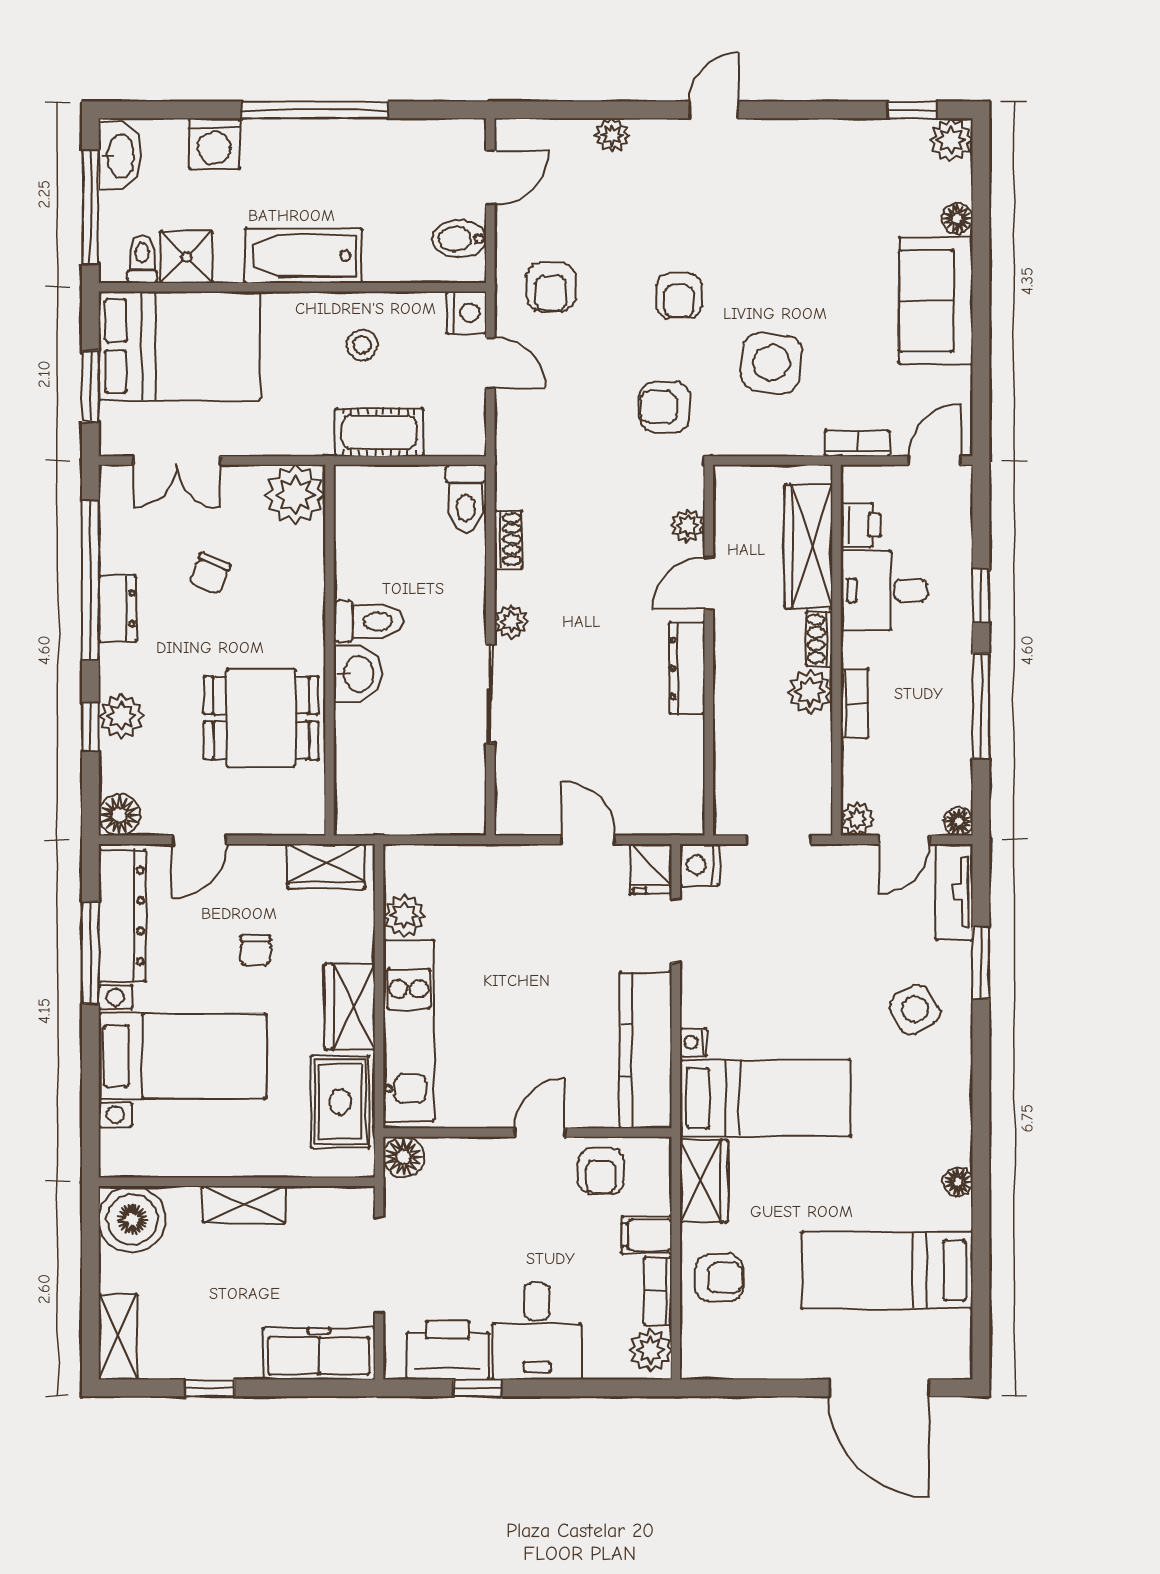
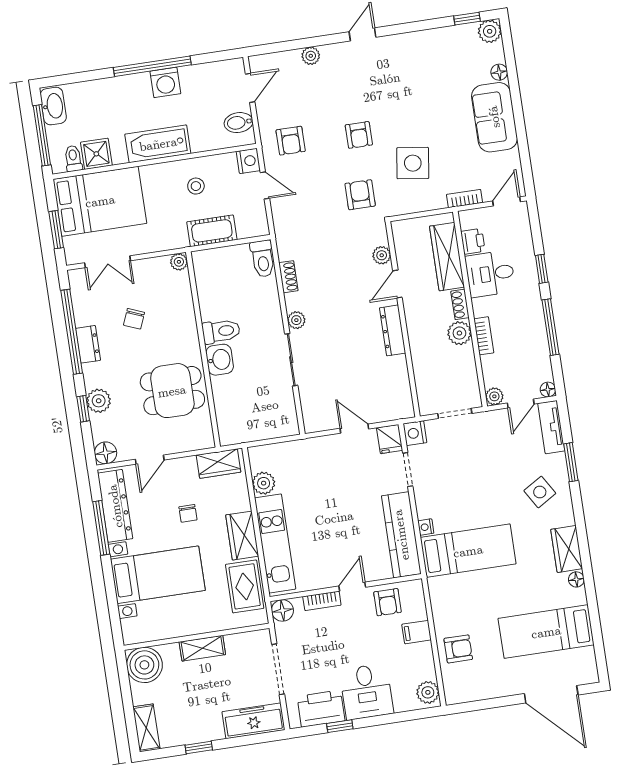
washing machine: (214, 144) -> (165, 82), moved
armchair: (665, 407) -> (360, 195), turned 90
plant: (295, 495) -> (179, 262), width x0.53, depth x0.53
wardrobe: (704, 1181) -> (567, 549), moved, turned 180
bookcase: (658, 1291) -> (322, 601), moved, turned -90

